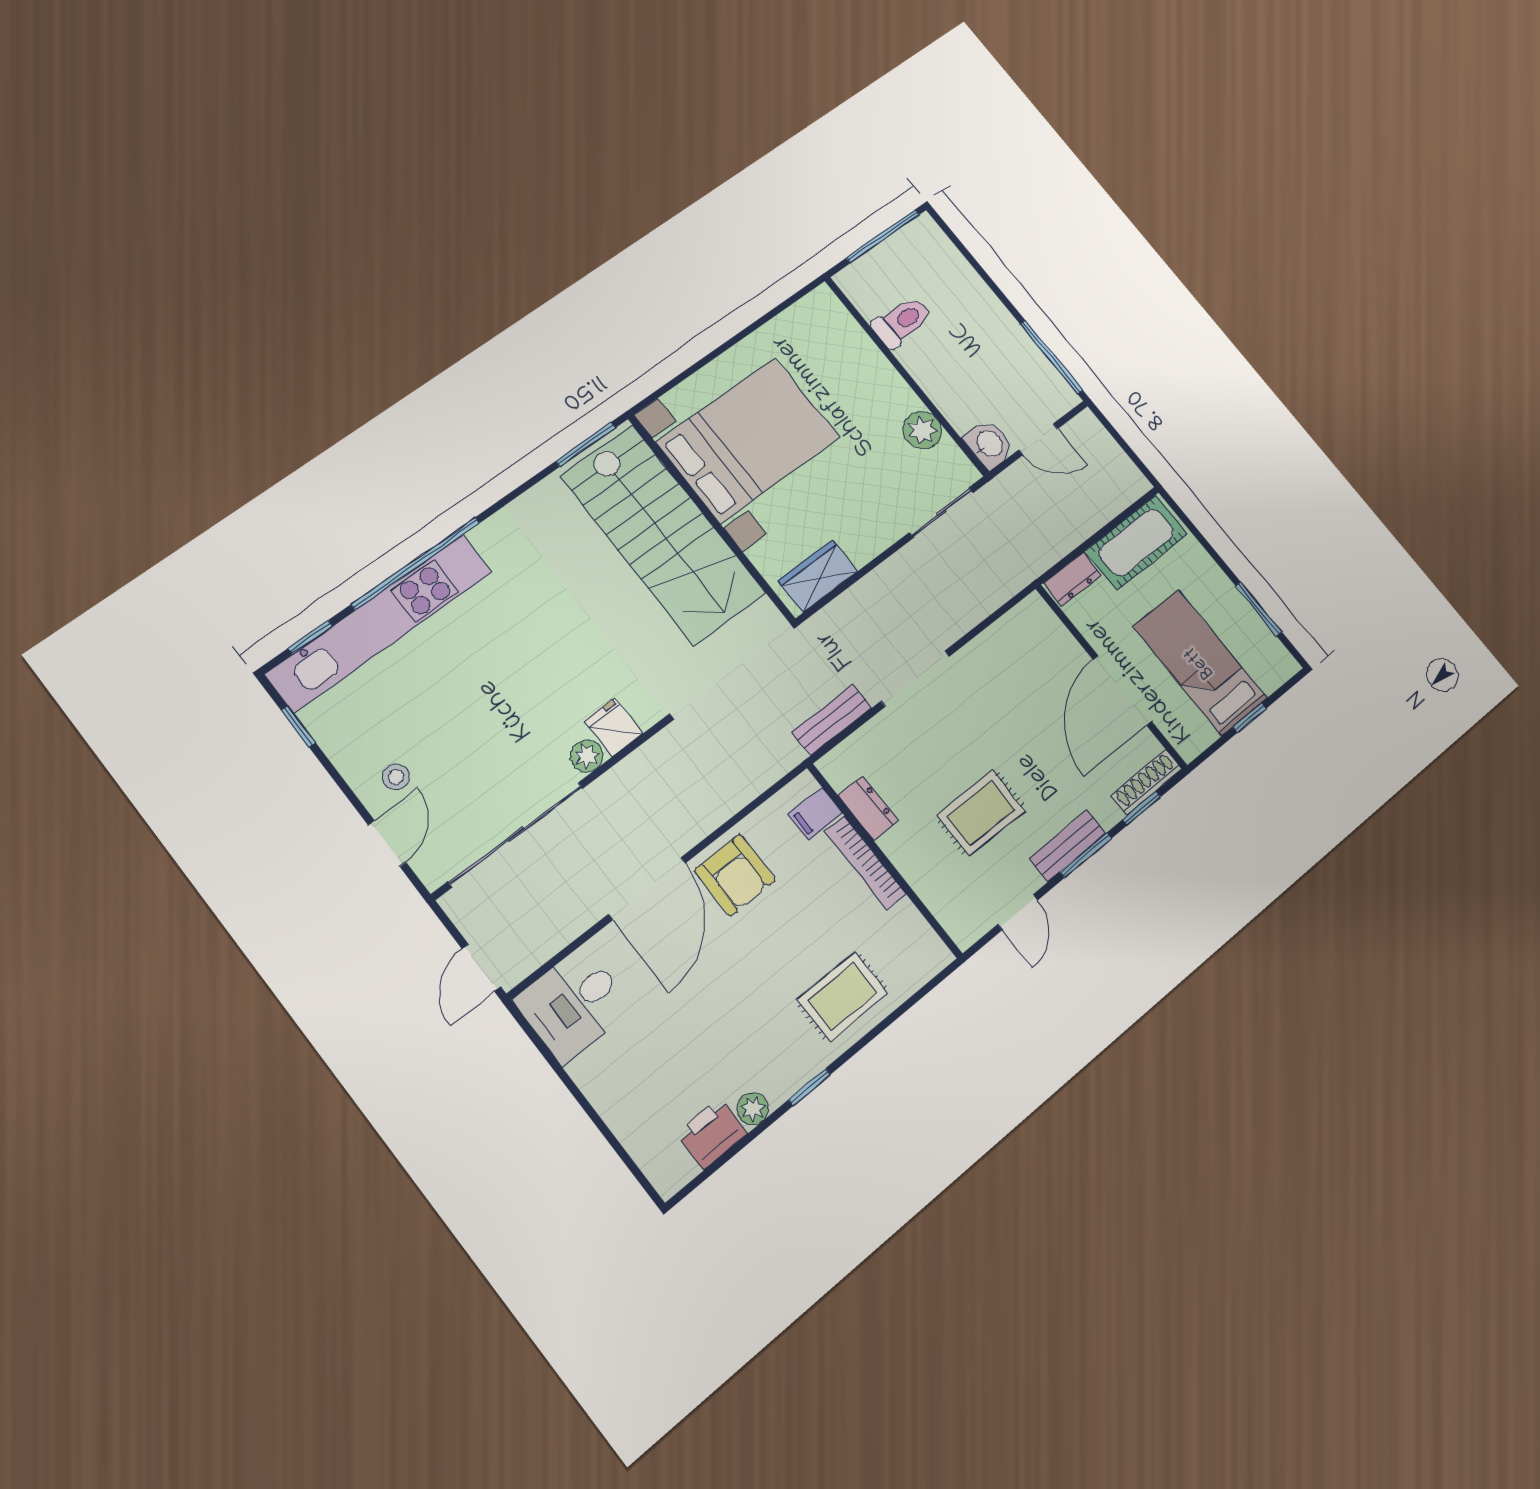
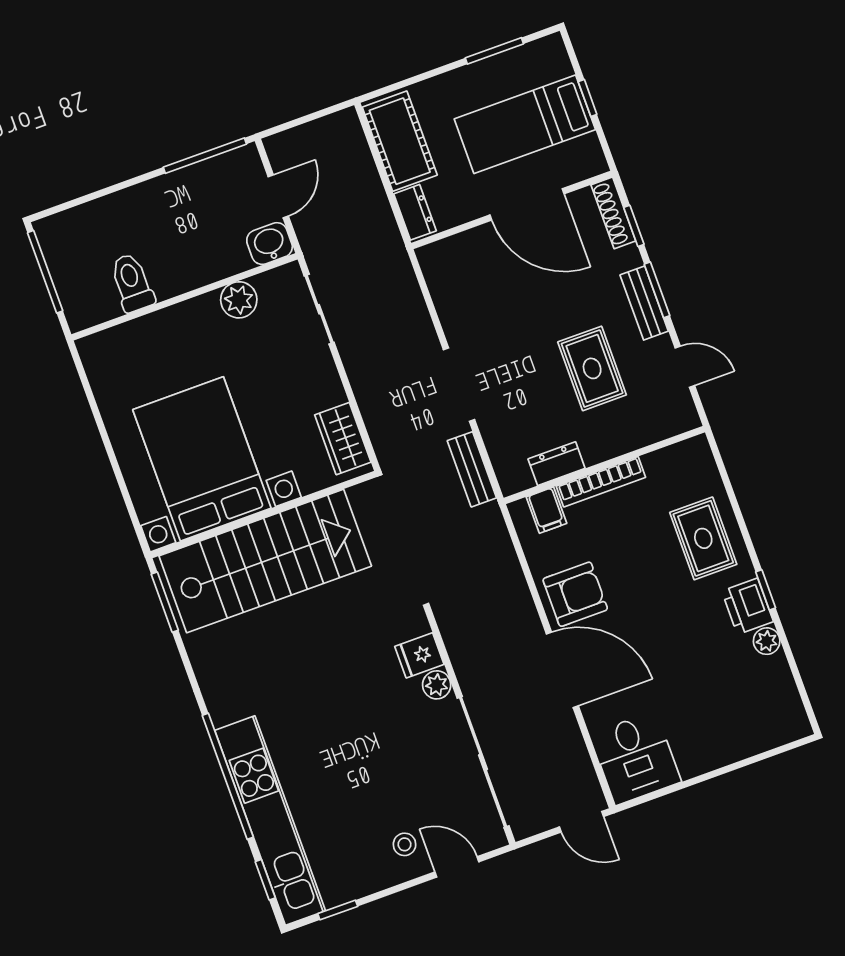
printer: (712, 1133) -> (748, 606), moved

